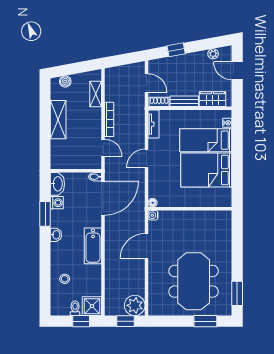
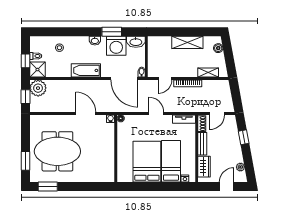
washing machine: (57, 203) -> (116, 46), width x1.89, depth x1.89
plant: (135, 305) -> (38, 88), moved

